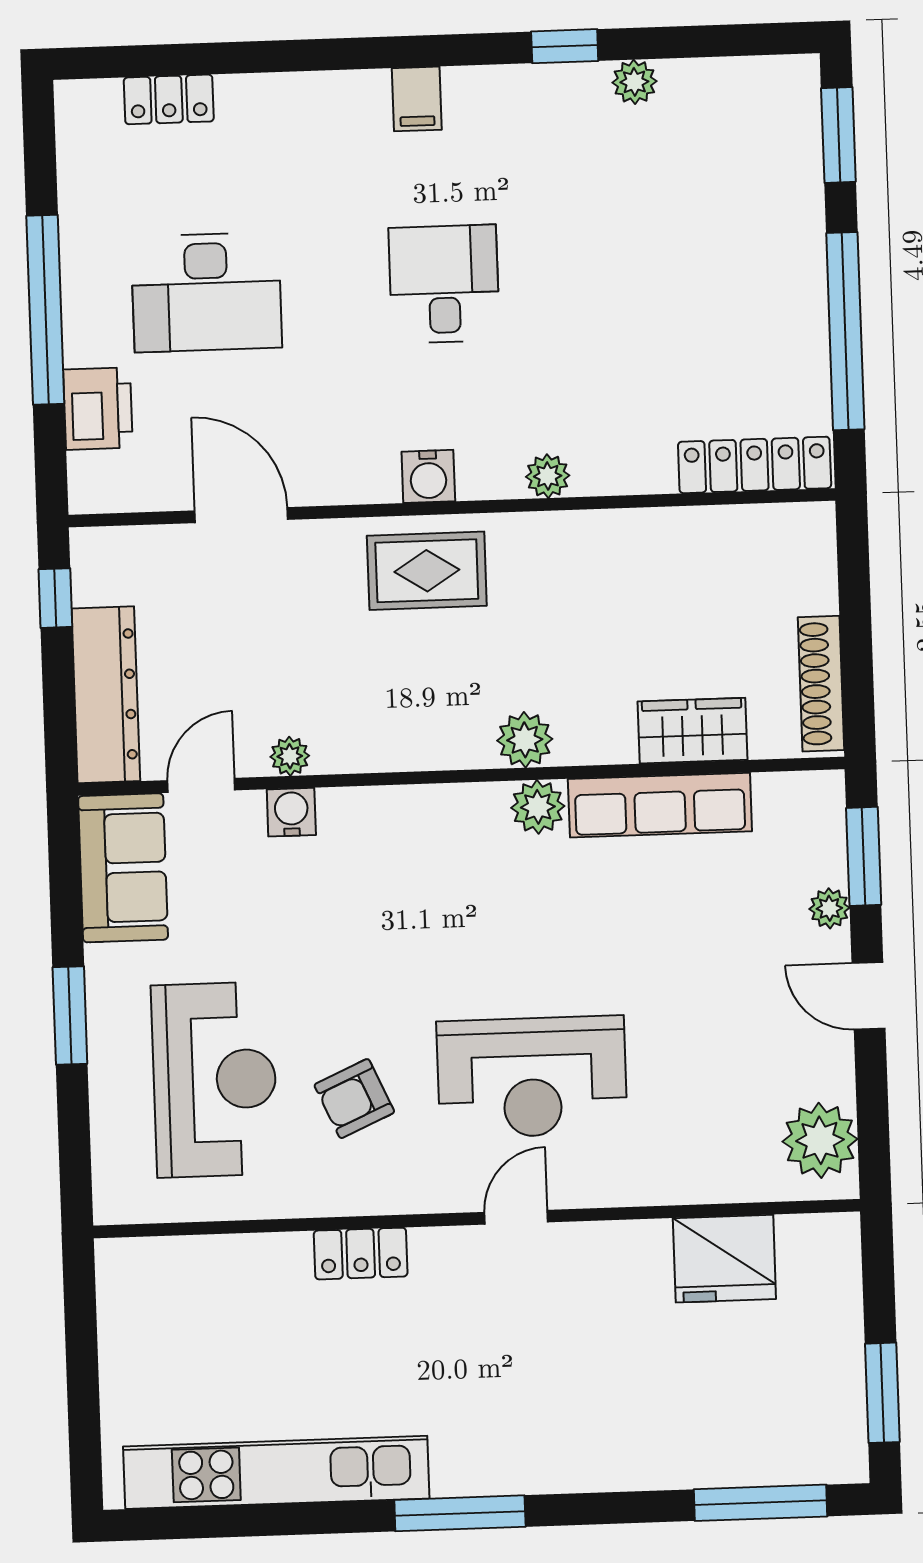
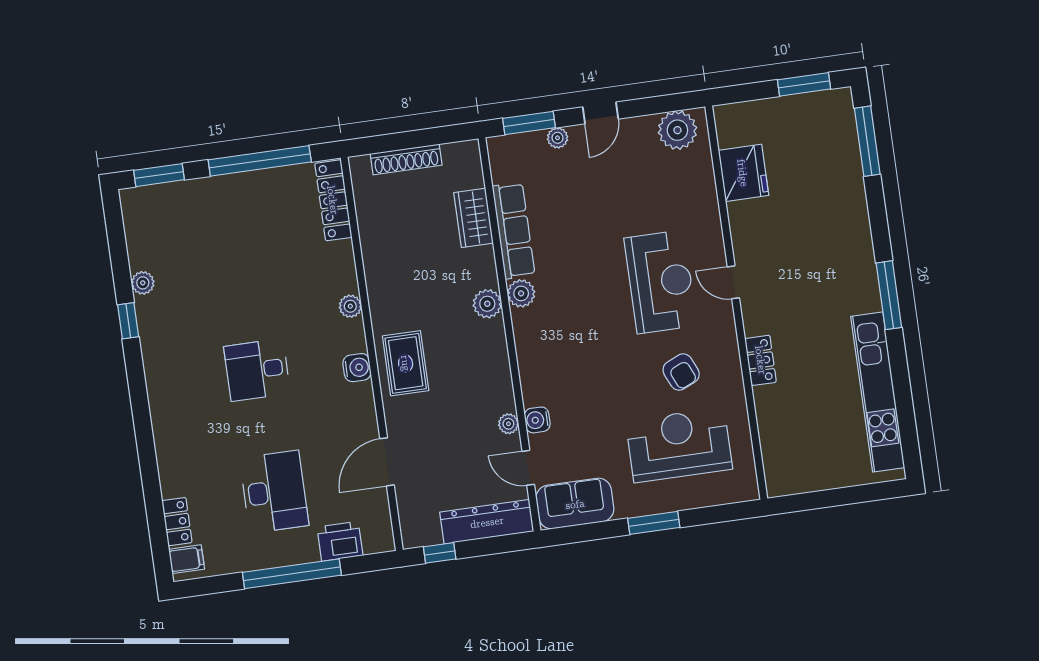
filing cabinet: (417, 99) -> (187, 559), moved
shoe rack: (821, 684) -> (406, 159), moved

